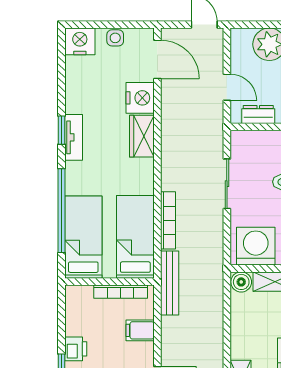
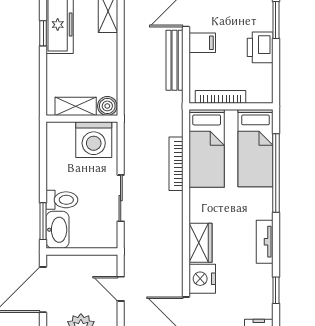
dresser: (258, 115) -> (91, 263), removed
window: (61, 130) -> (276, 290), moved
bench: (170, 283) -> (175, 60), moved
filing cabinet: (140, 330) -> (202, 43), moved
printer: (76, 349) -> (260, 47), width x1.36, depth x1.24

